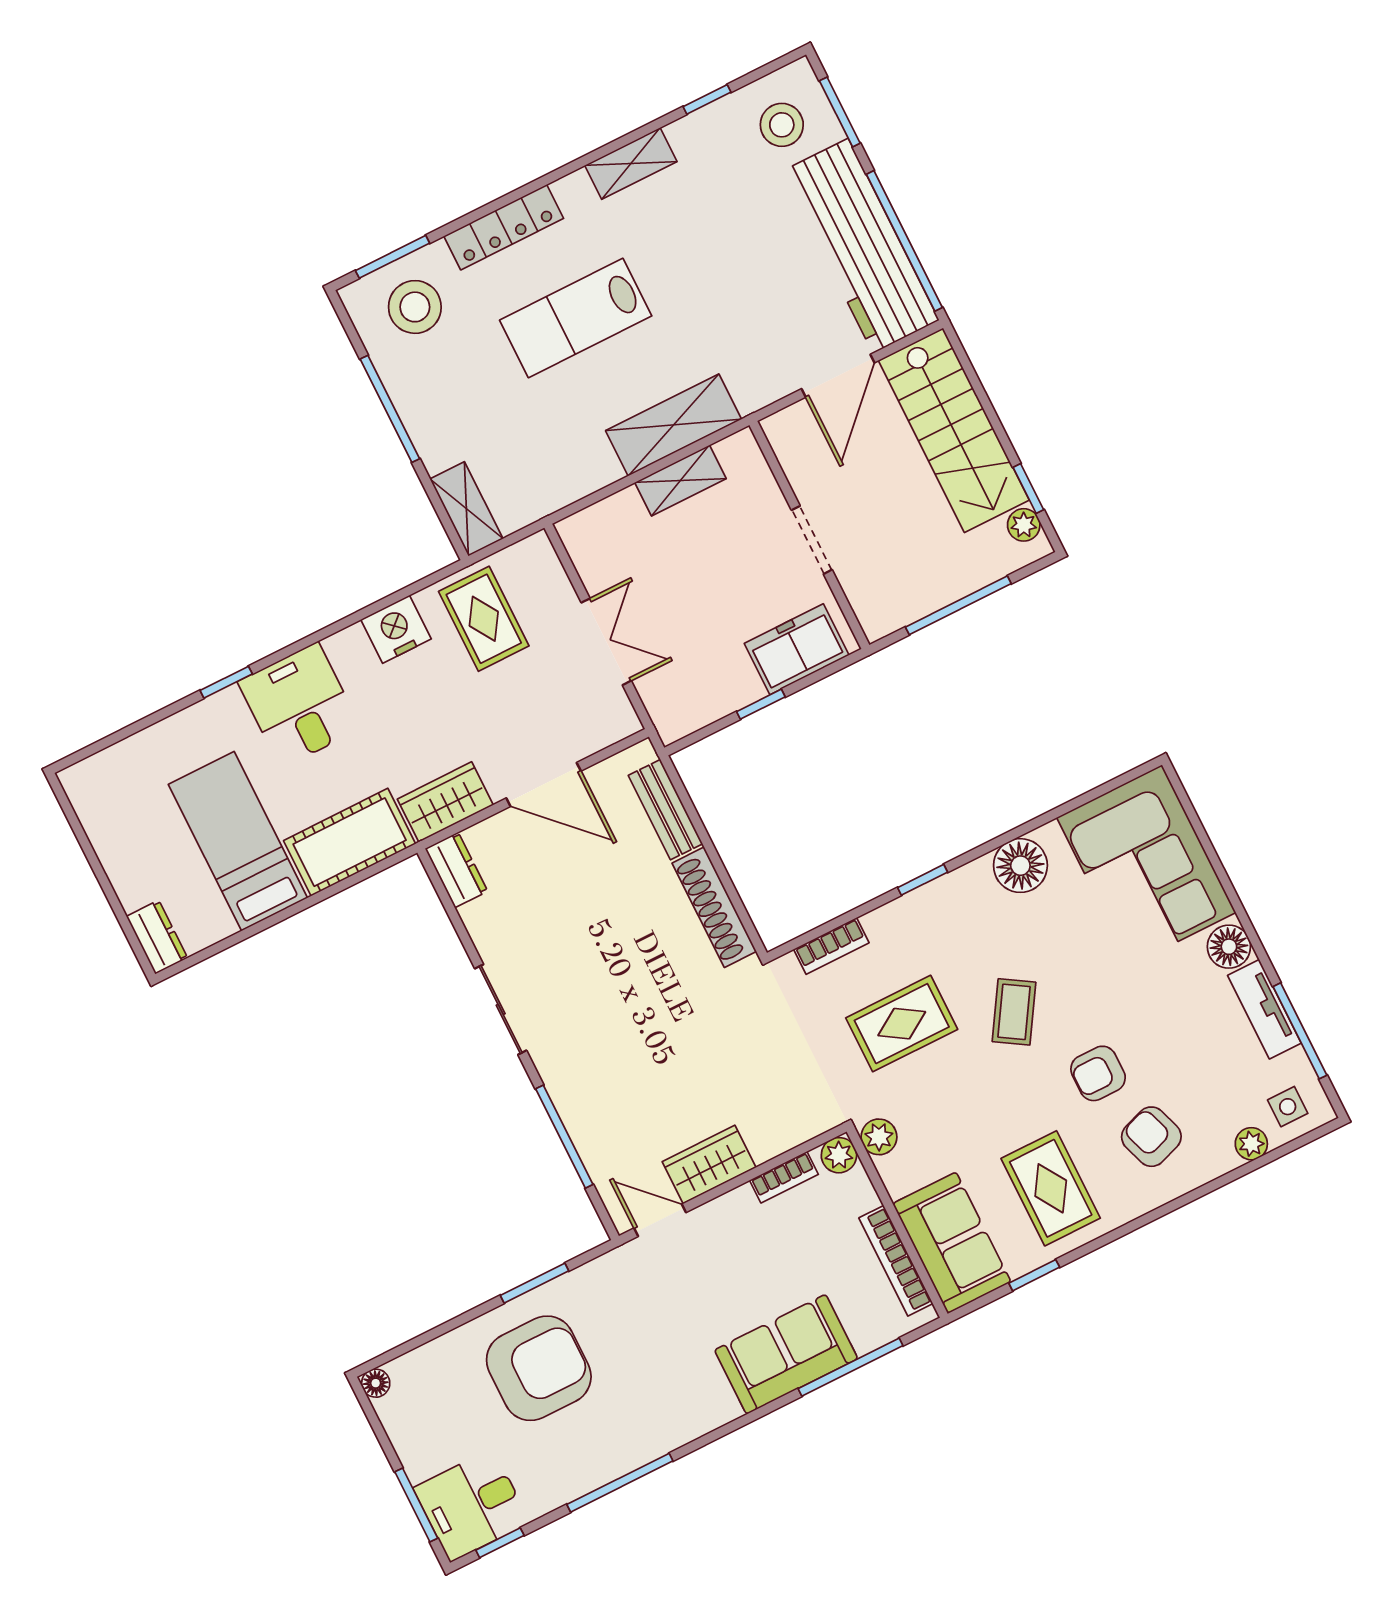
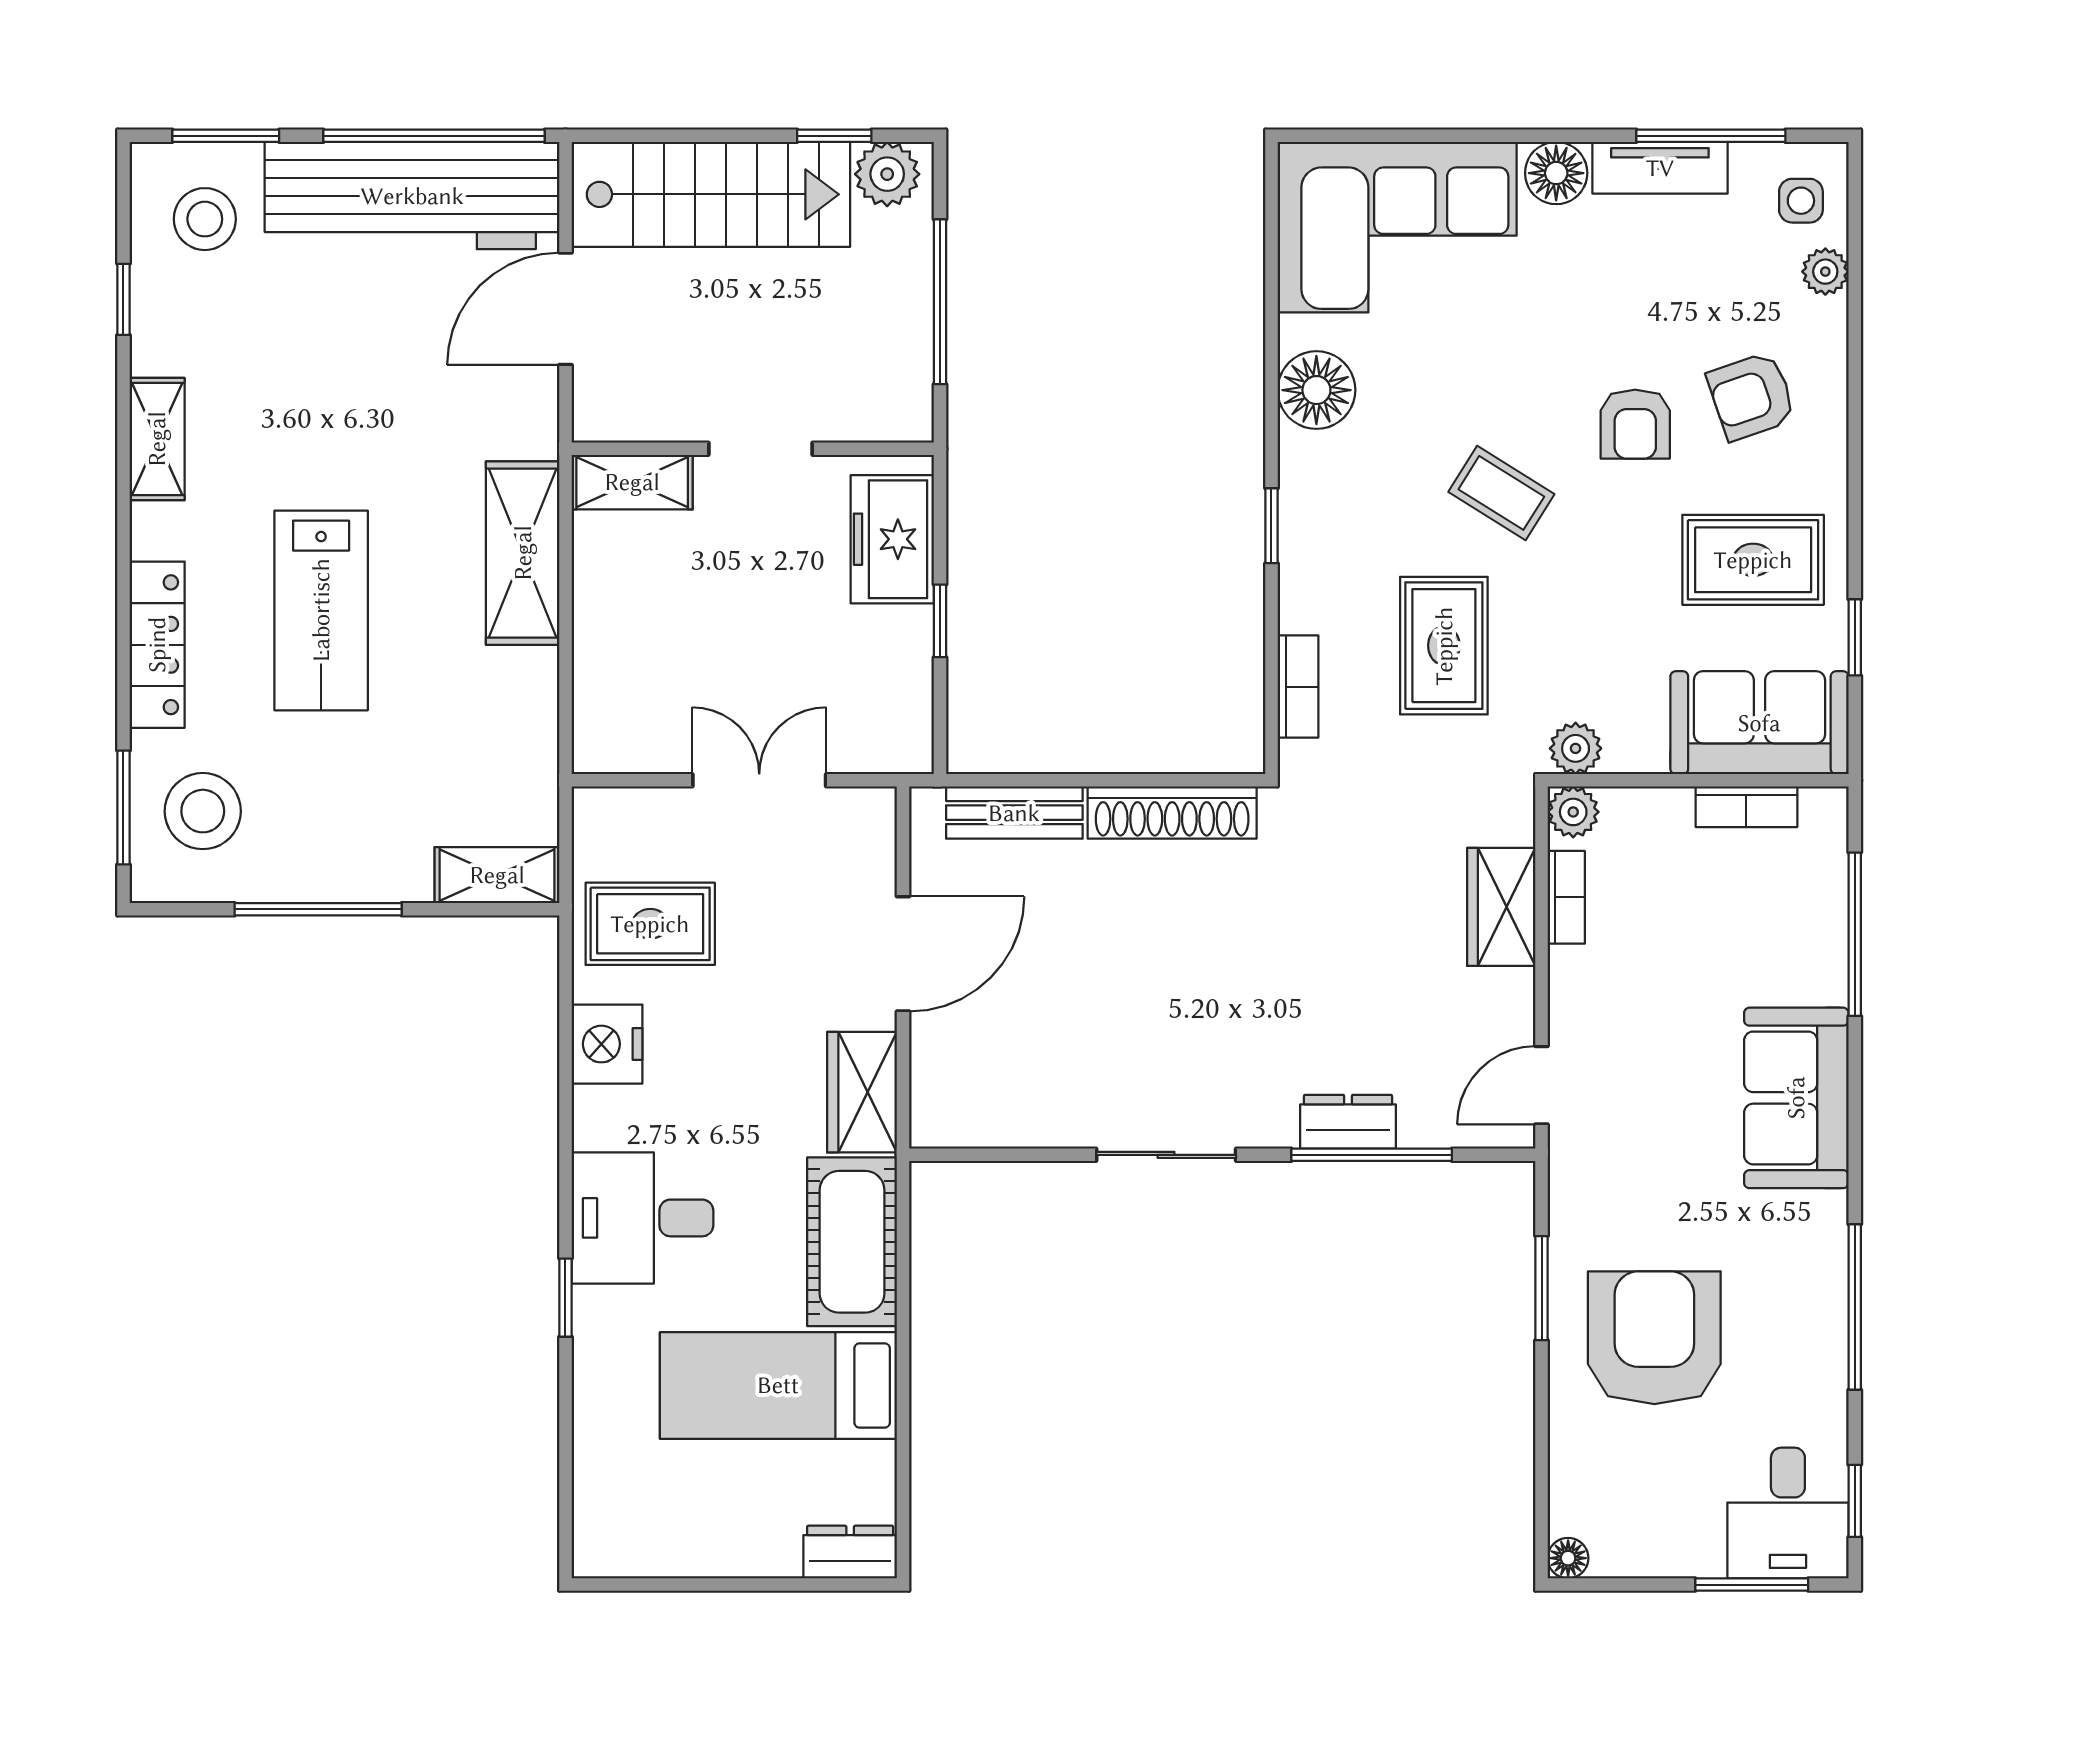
door: (838, 376) -> (565, 309), swing flipped
shelving: (680, 481) -> (632, 482), moved, turned 90
plant: (1024, 525) -> (887, 174), width x1.38, depth x1.38
dresser: (456, 870) -> (1348, 1122), moved
wardrobe: (709, 1164) -> (1501, 907), moved
bookcase: (896, 1261) -> (1746, 807), width x0.64
sofa: (786, 1354) -> (1796, 1098), moved

